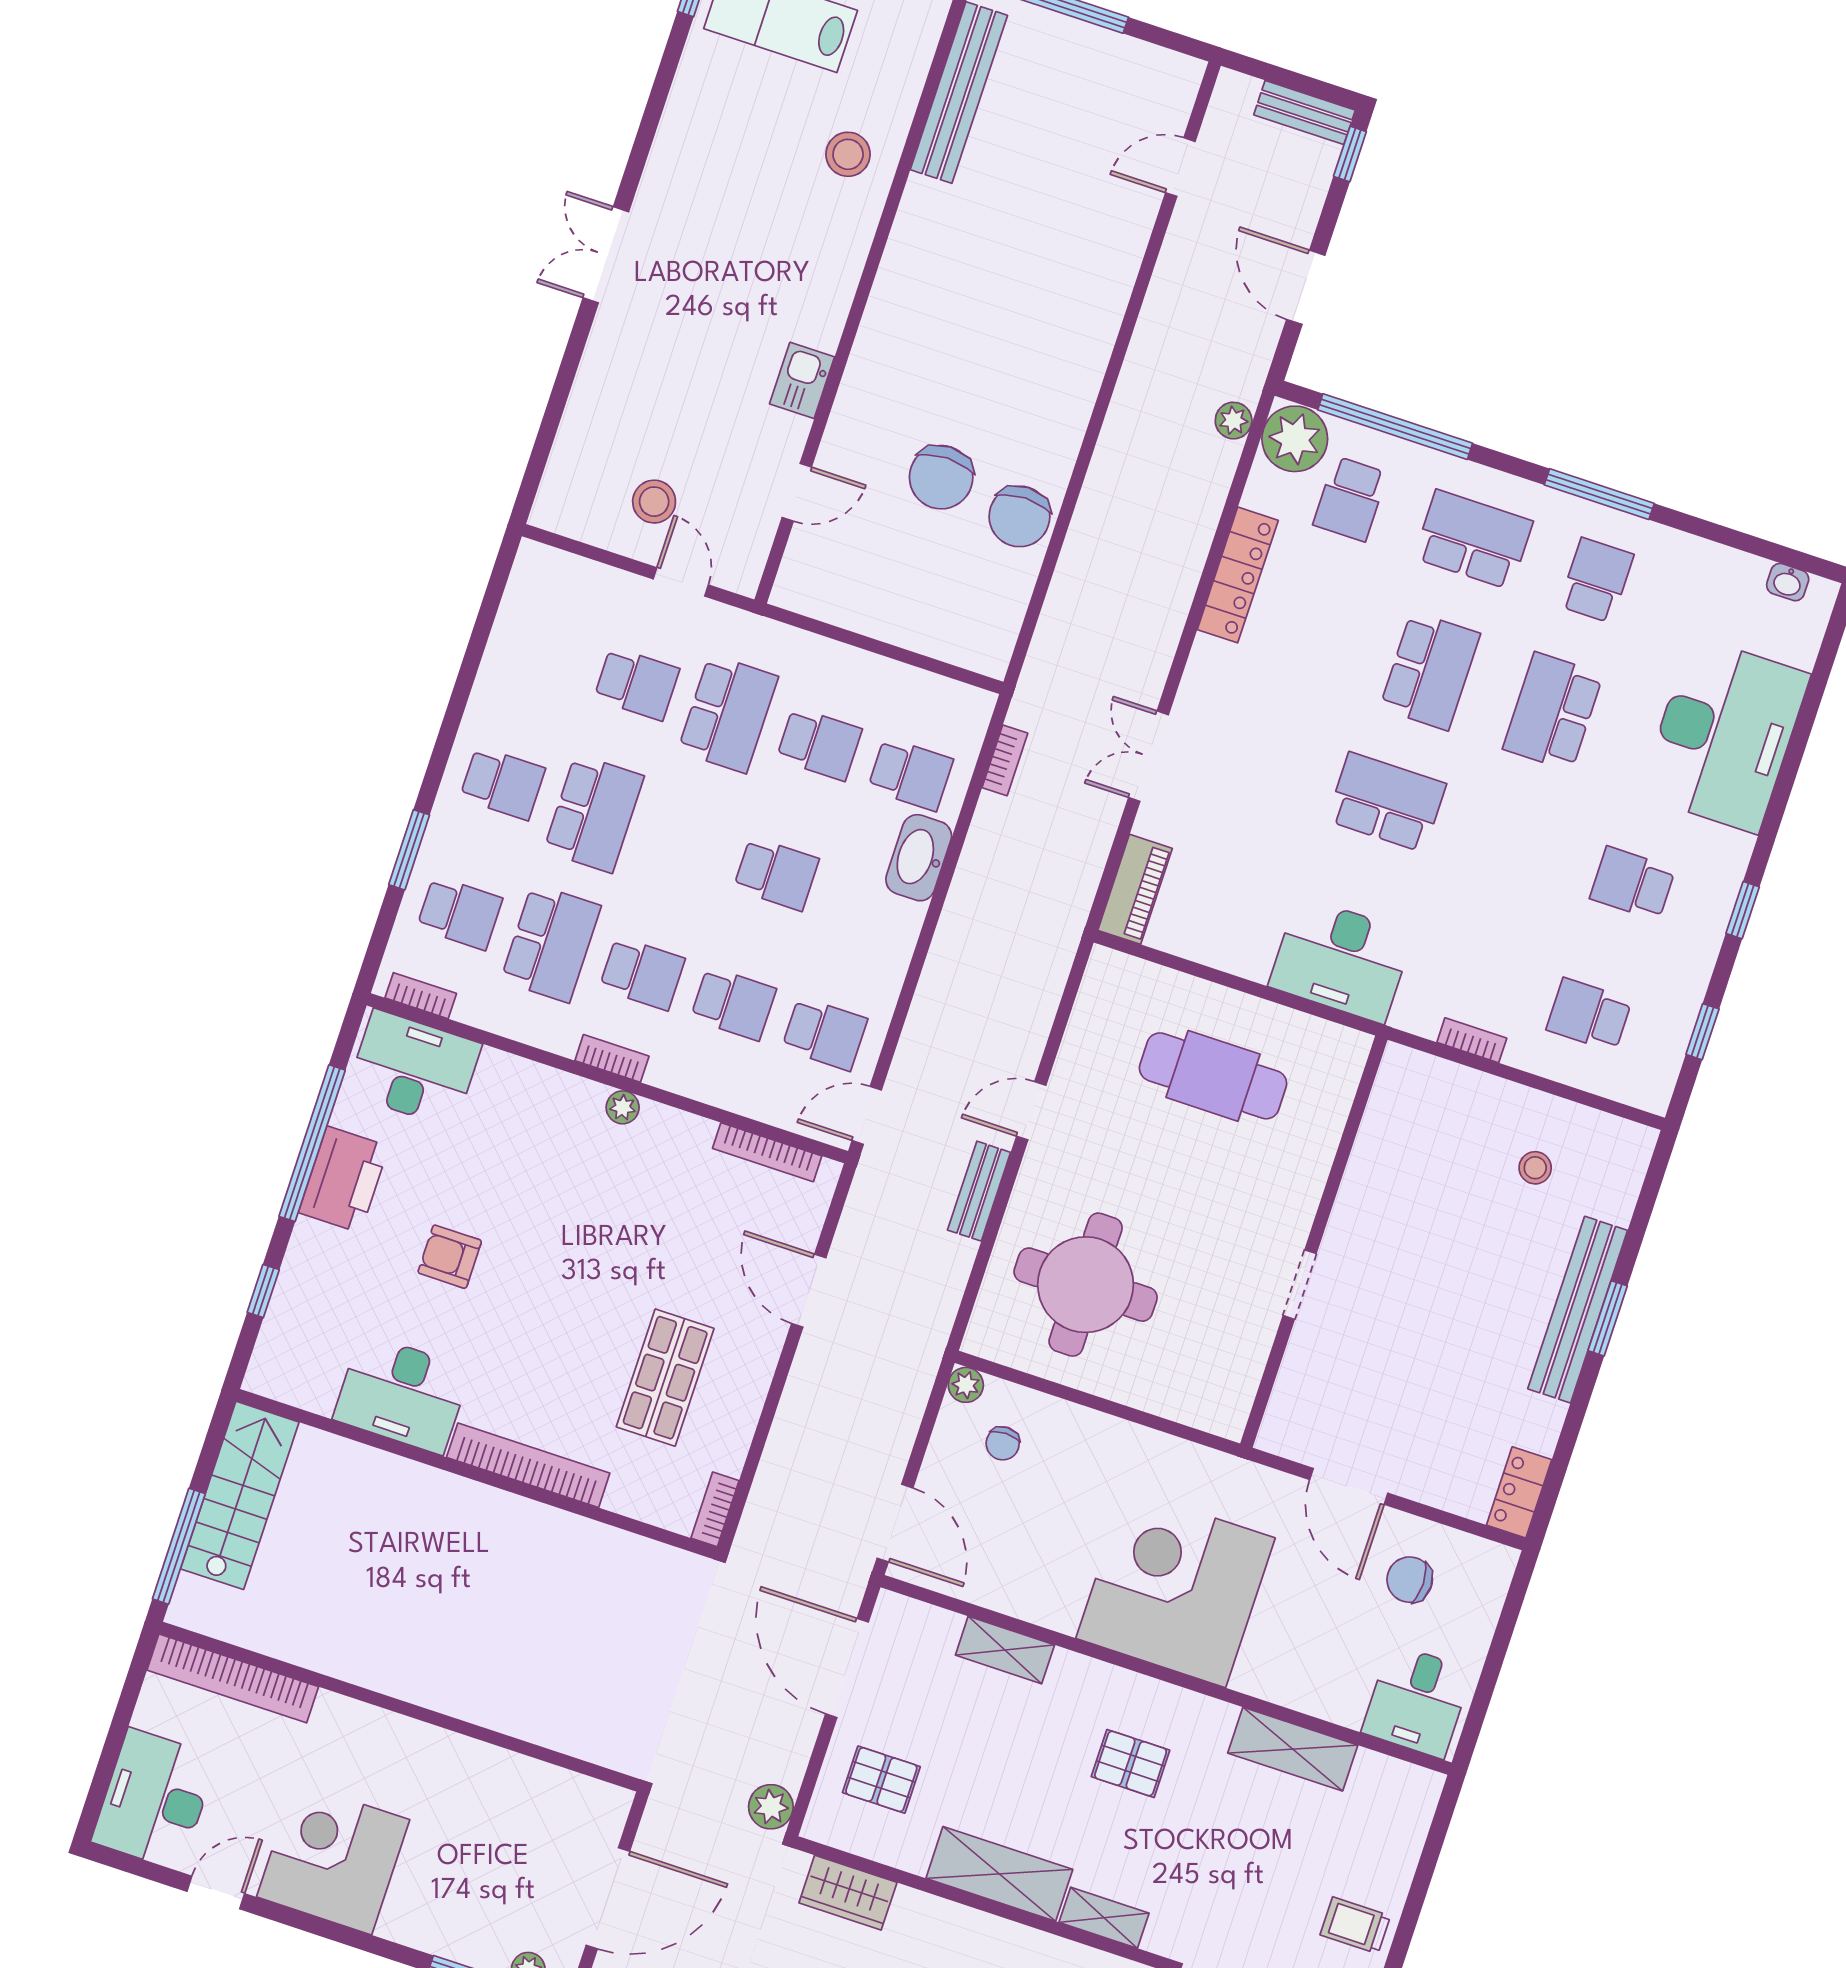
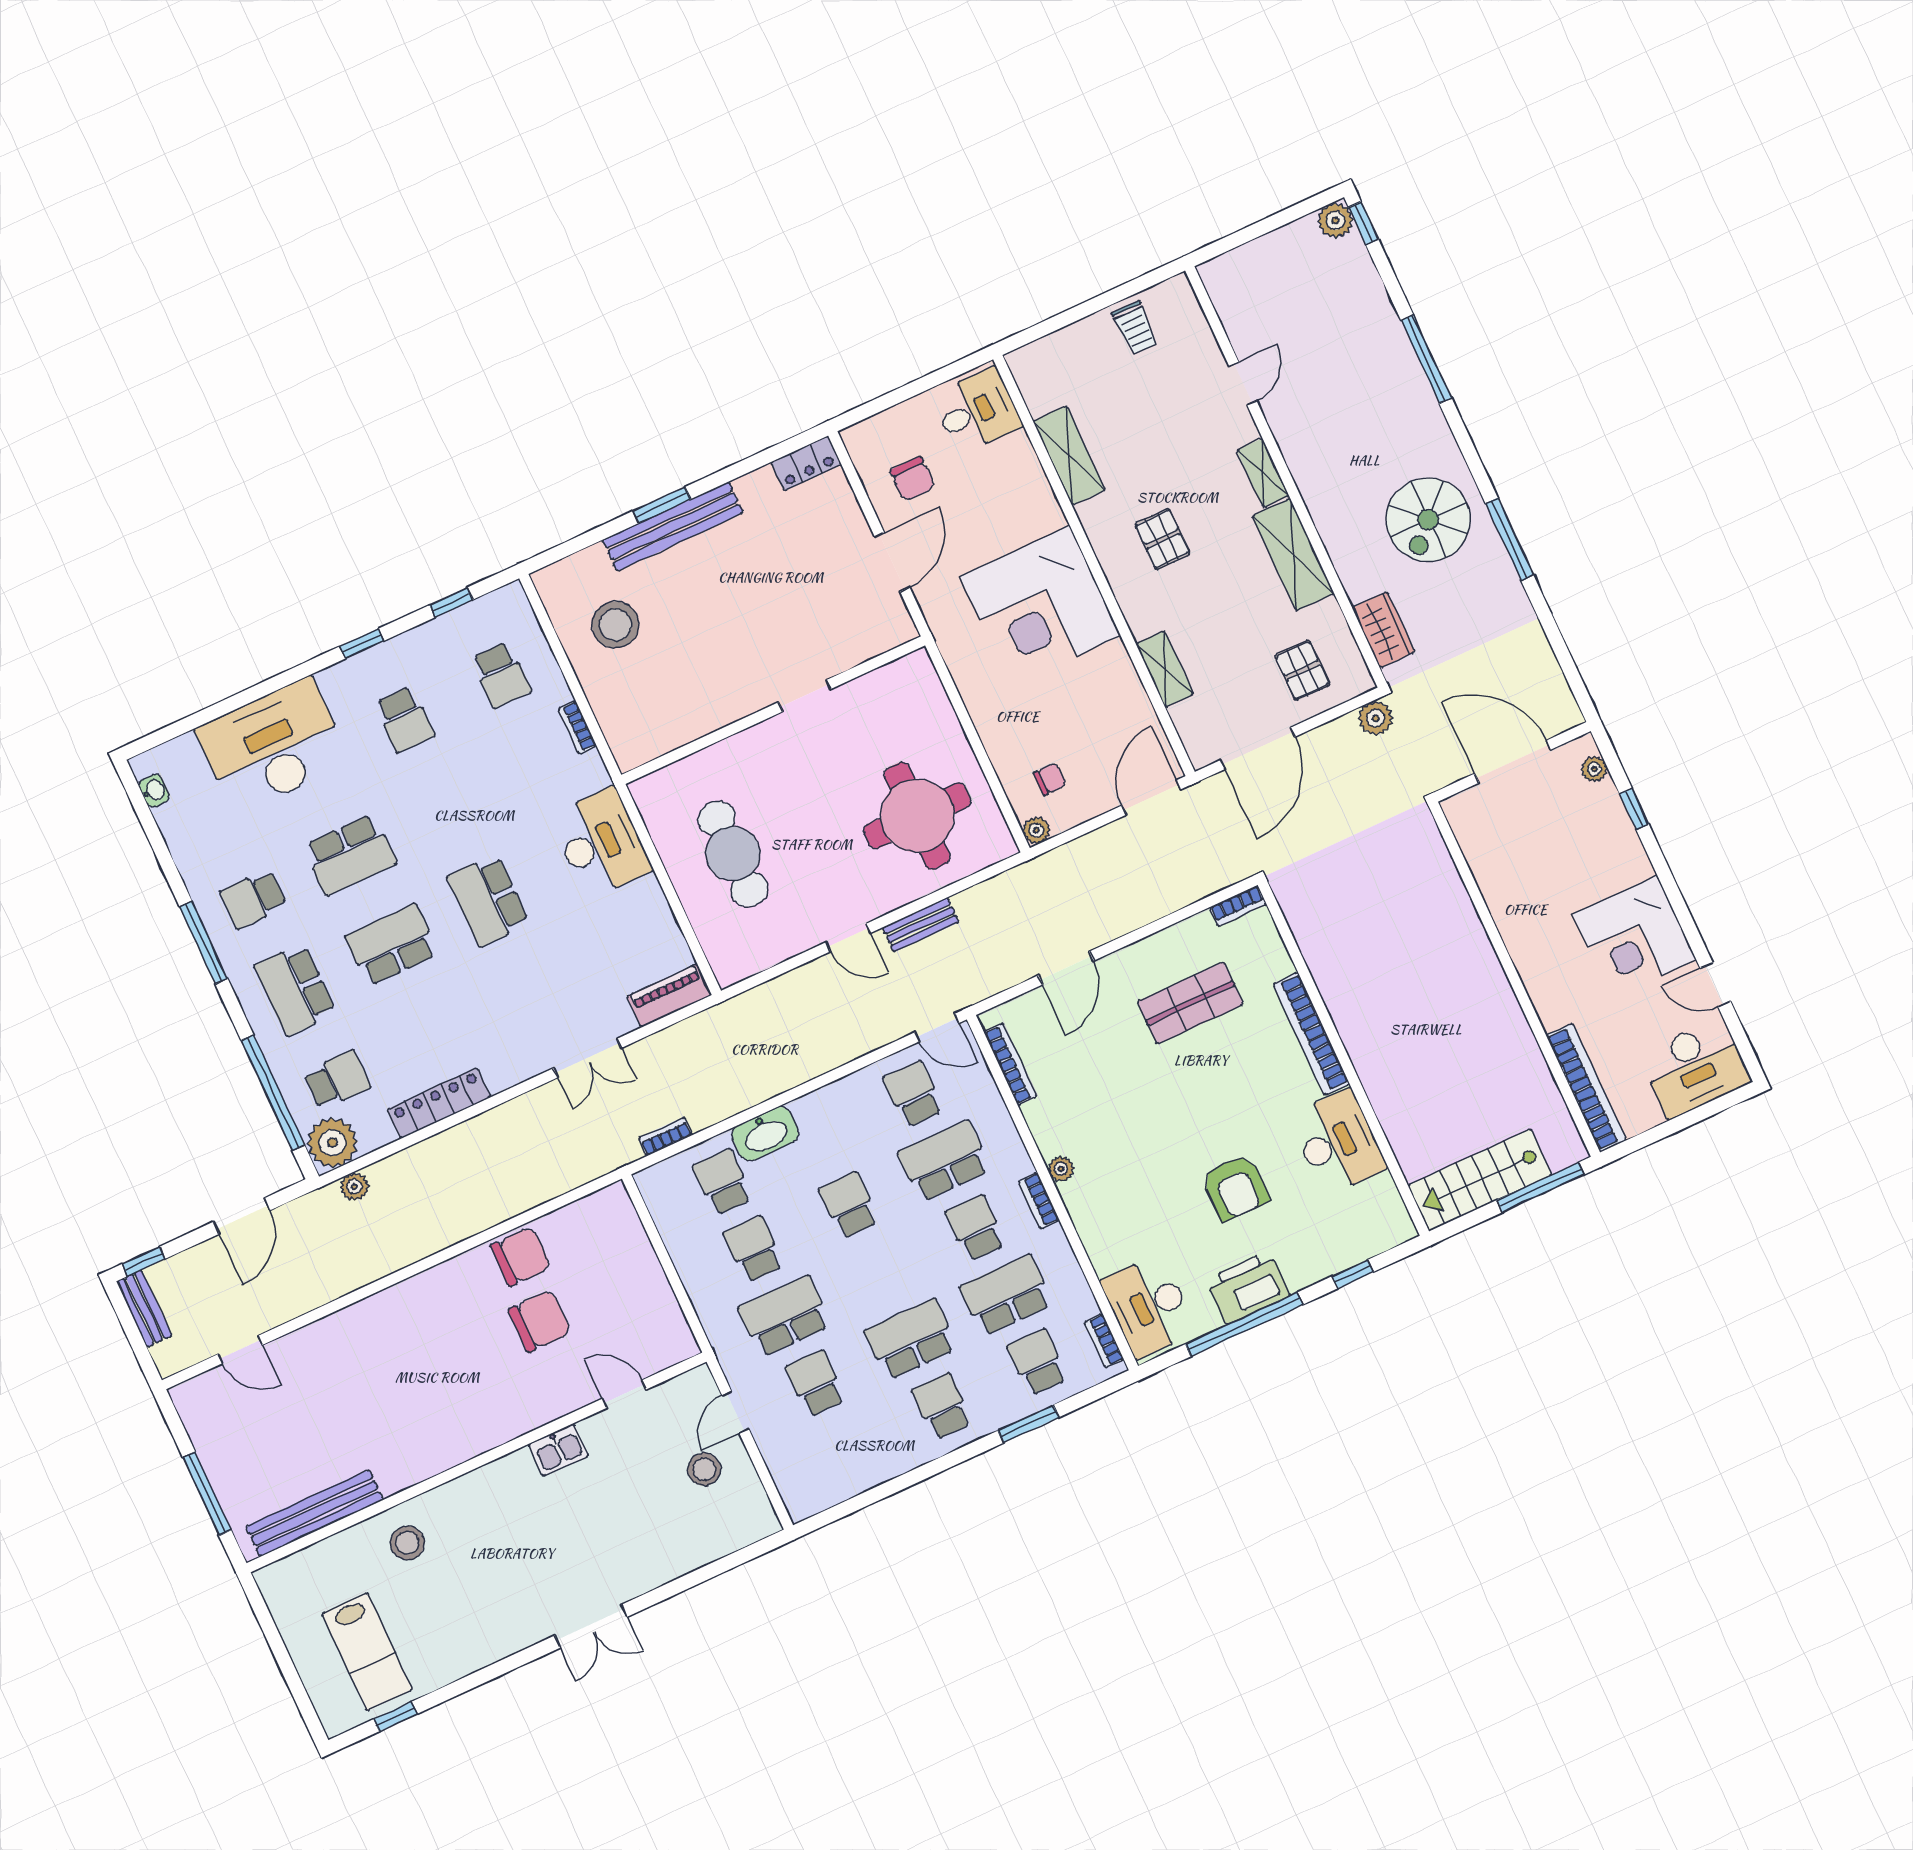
school desk: (733, 1004) -> (944, 1161), width x1.85
stool: (1535, 1168) -> (615, 625), width x1.89, depth x1.89
armchair: (450, 1257) -> (1235, 1187), width x1.38, depth x1.38

